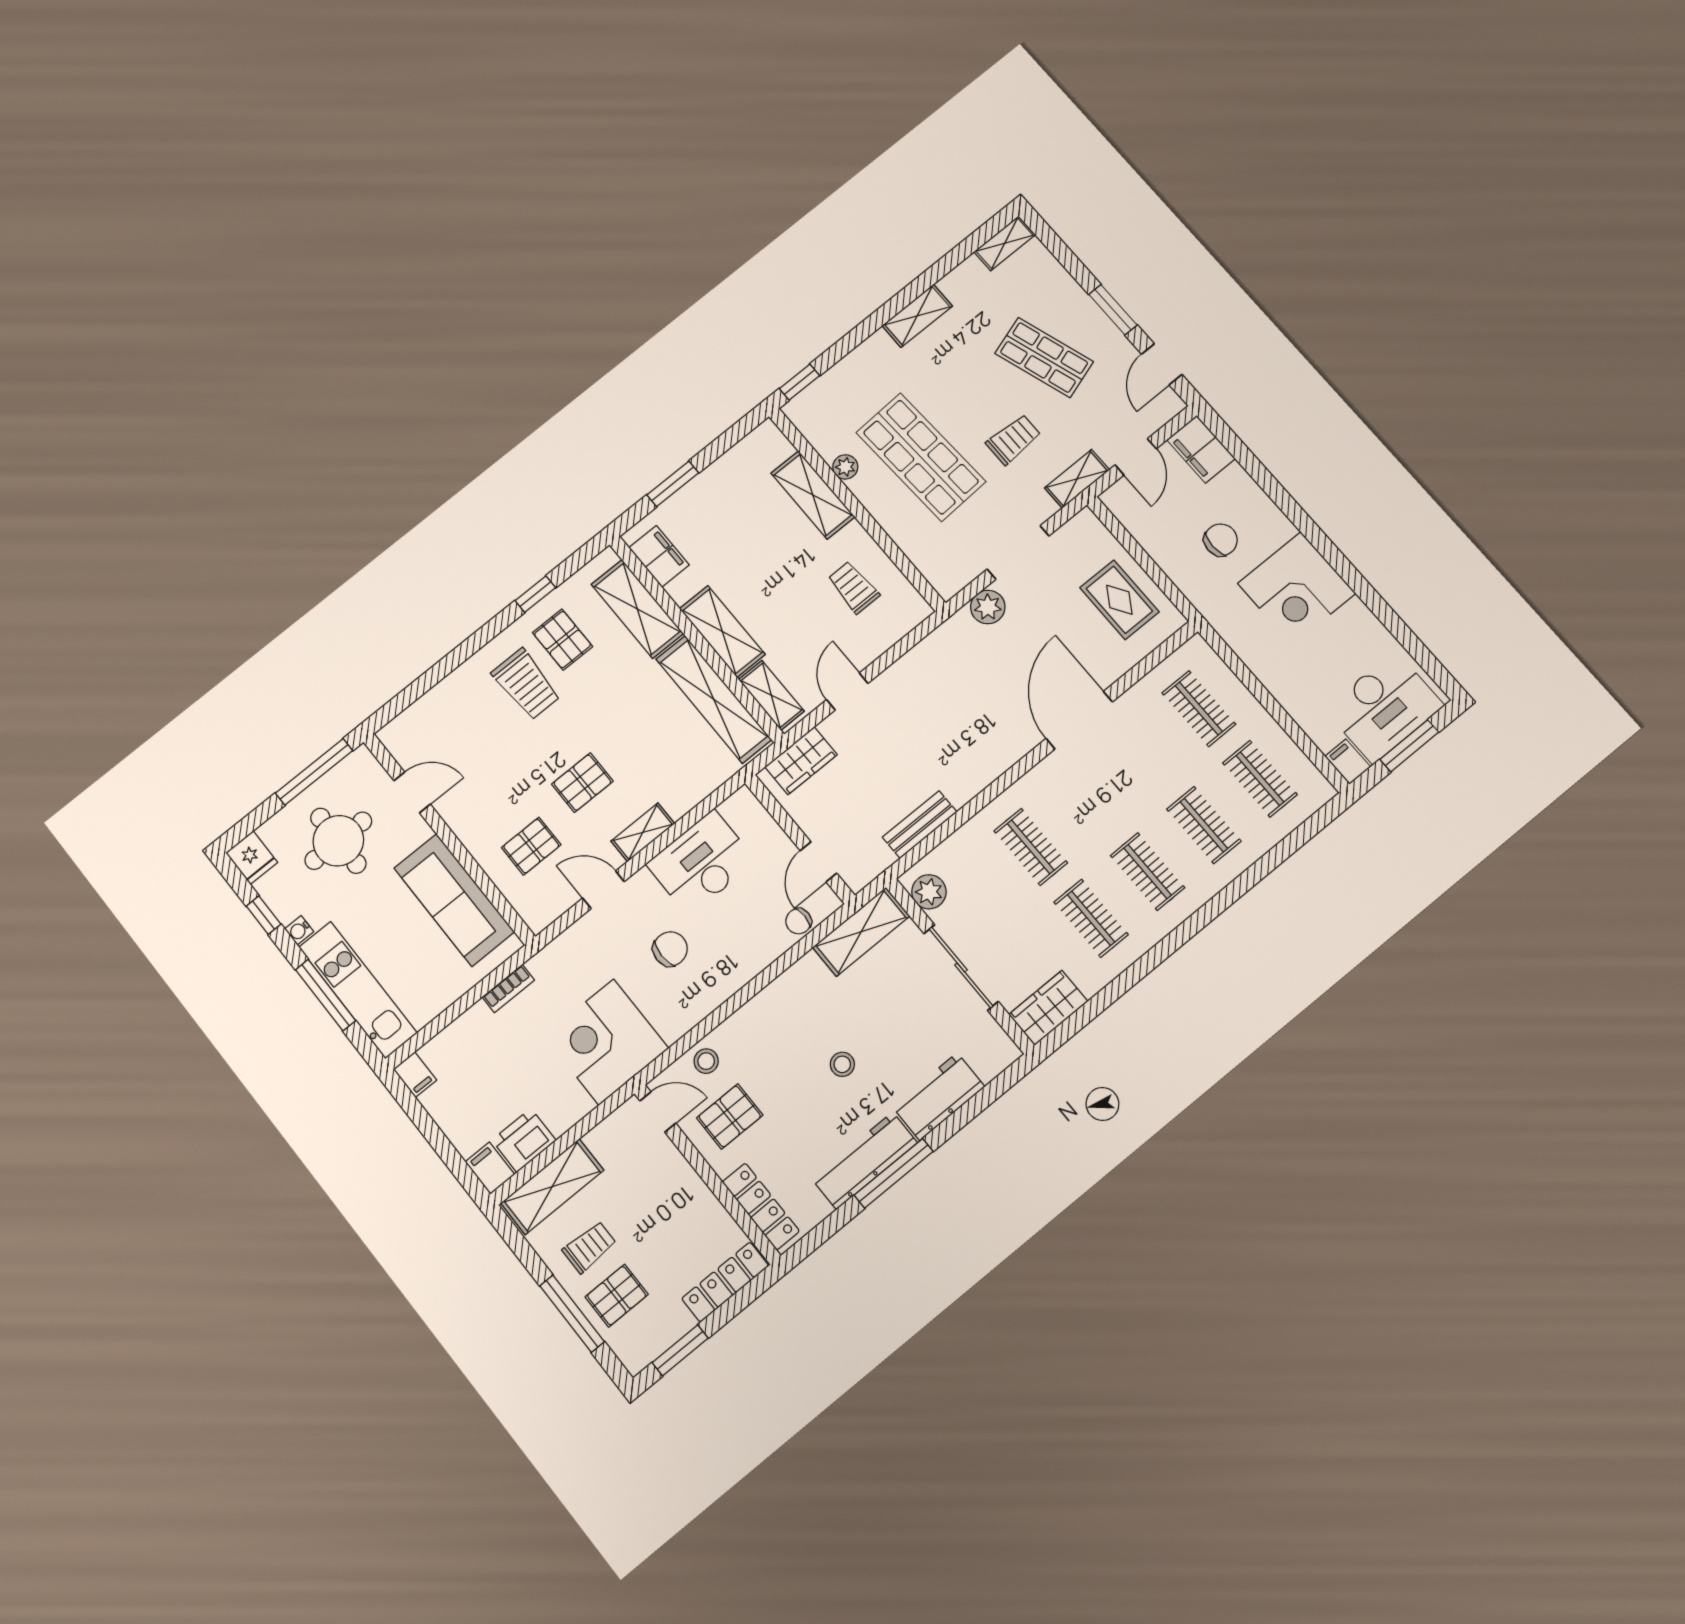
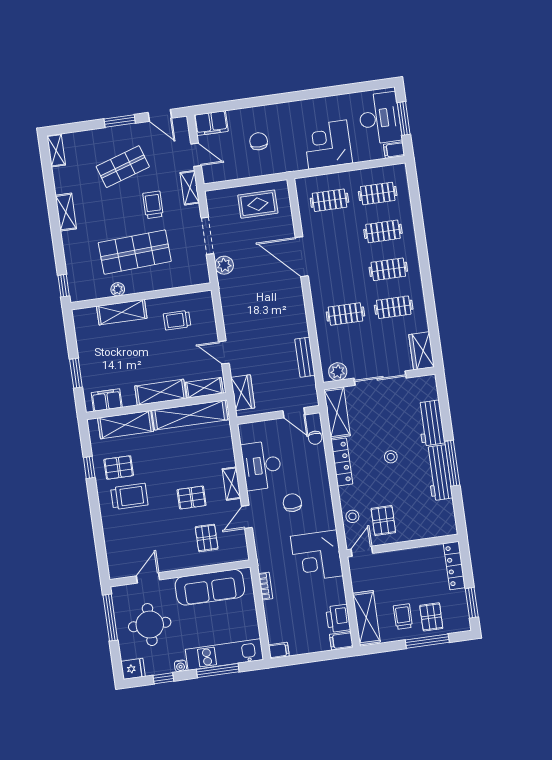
corner desk: (1297, 588) -> (328, 145), moved, turned 180
pallet: (582, 783) -> (192, 498), turned 90
locker: (761, 1207) -> (342, 462), moved, turned 90

